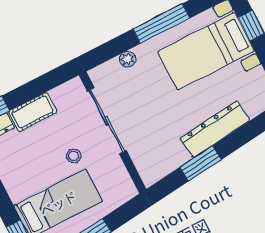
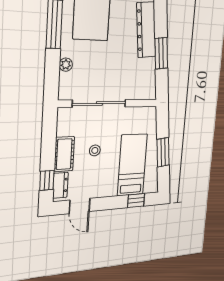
stool: (74, 156) -> (95, 150), moved

